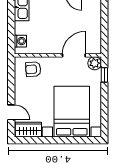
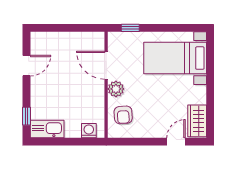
plant: (95, 63) -> (116, 89), moved
bed with nightstands: (72, 112) -> (175, 58), width x0.73

